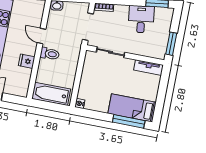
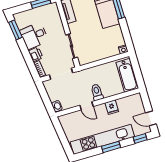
printer: (121, 11) -> (36, 54), added
door: (41, 36) -> (87, 106), hinge flipped

